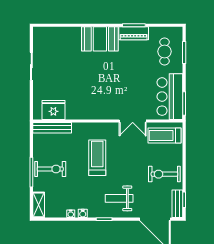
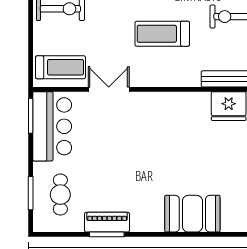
booth: (100, 39) -> (192, 214), moved
treadmill: (97, 158) -> (162, 34), turned 90

